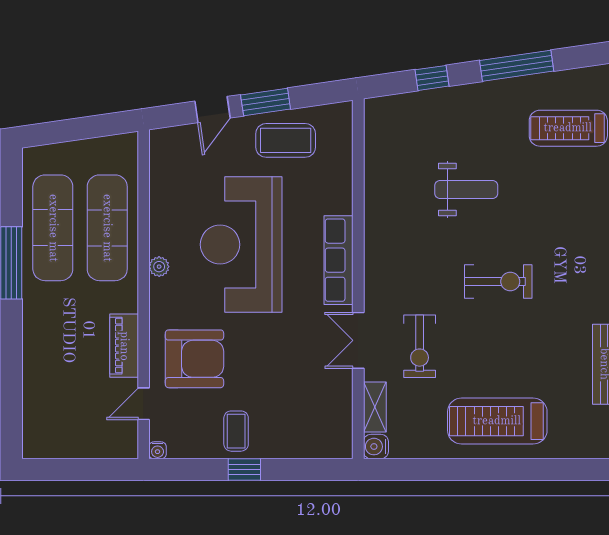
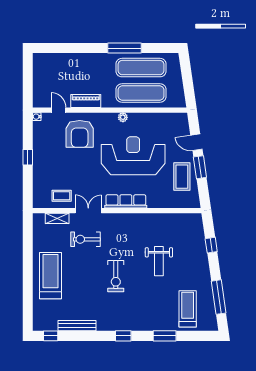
window: (517, 66) -> (219, 297), moved
coffee table: (236, 431) -> (62, 196), moved
water cooler: (376, 447) -> (39, 219), removed

